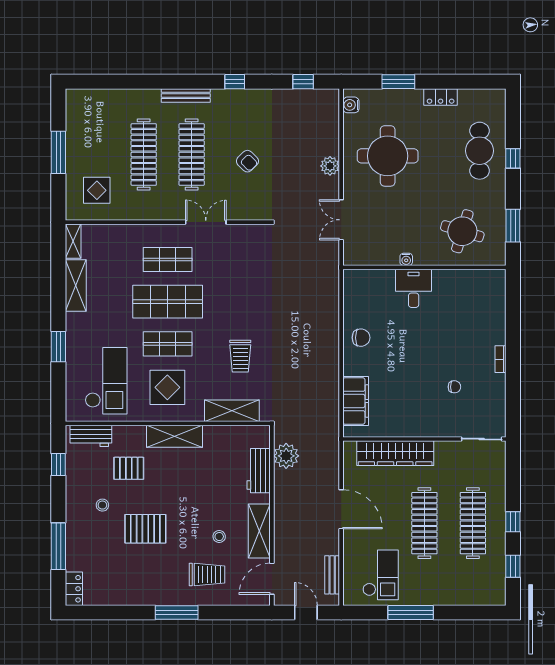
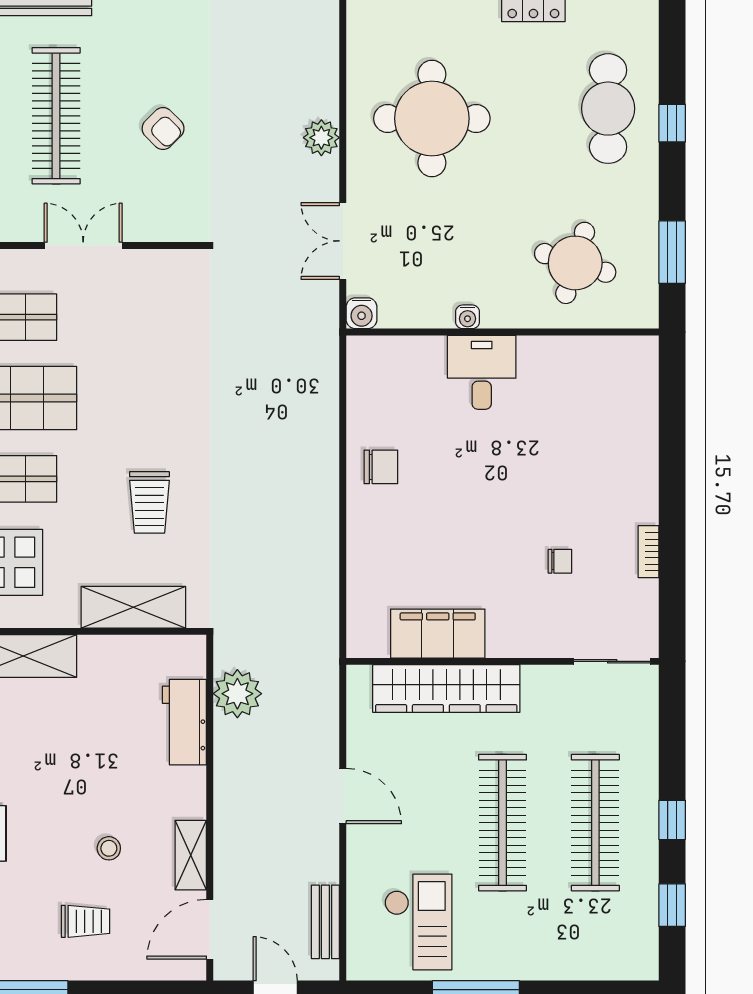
water cooler: (351, 105) -> (362, 313), moved, turned -90
bookcase: (501, 359) -> (648, 552), moved
filing cabinet: (356, 401) -> (438, 634), moved, turned -90
door: (341, 509) -> (343, 796), width x0.73
shelving: (259, 531) -> (191, 855), width x0.67, depth x0.75
trolley: (207, 575) -> (85, 921), width x0.73, depth x0.72

